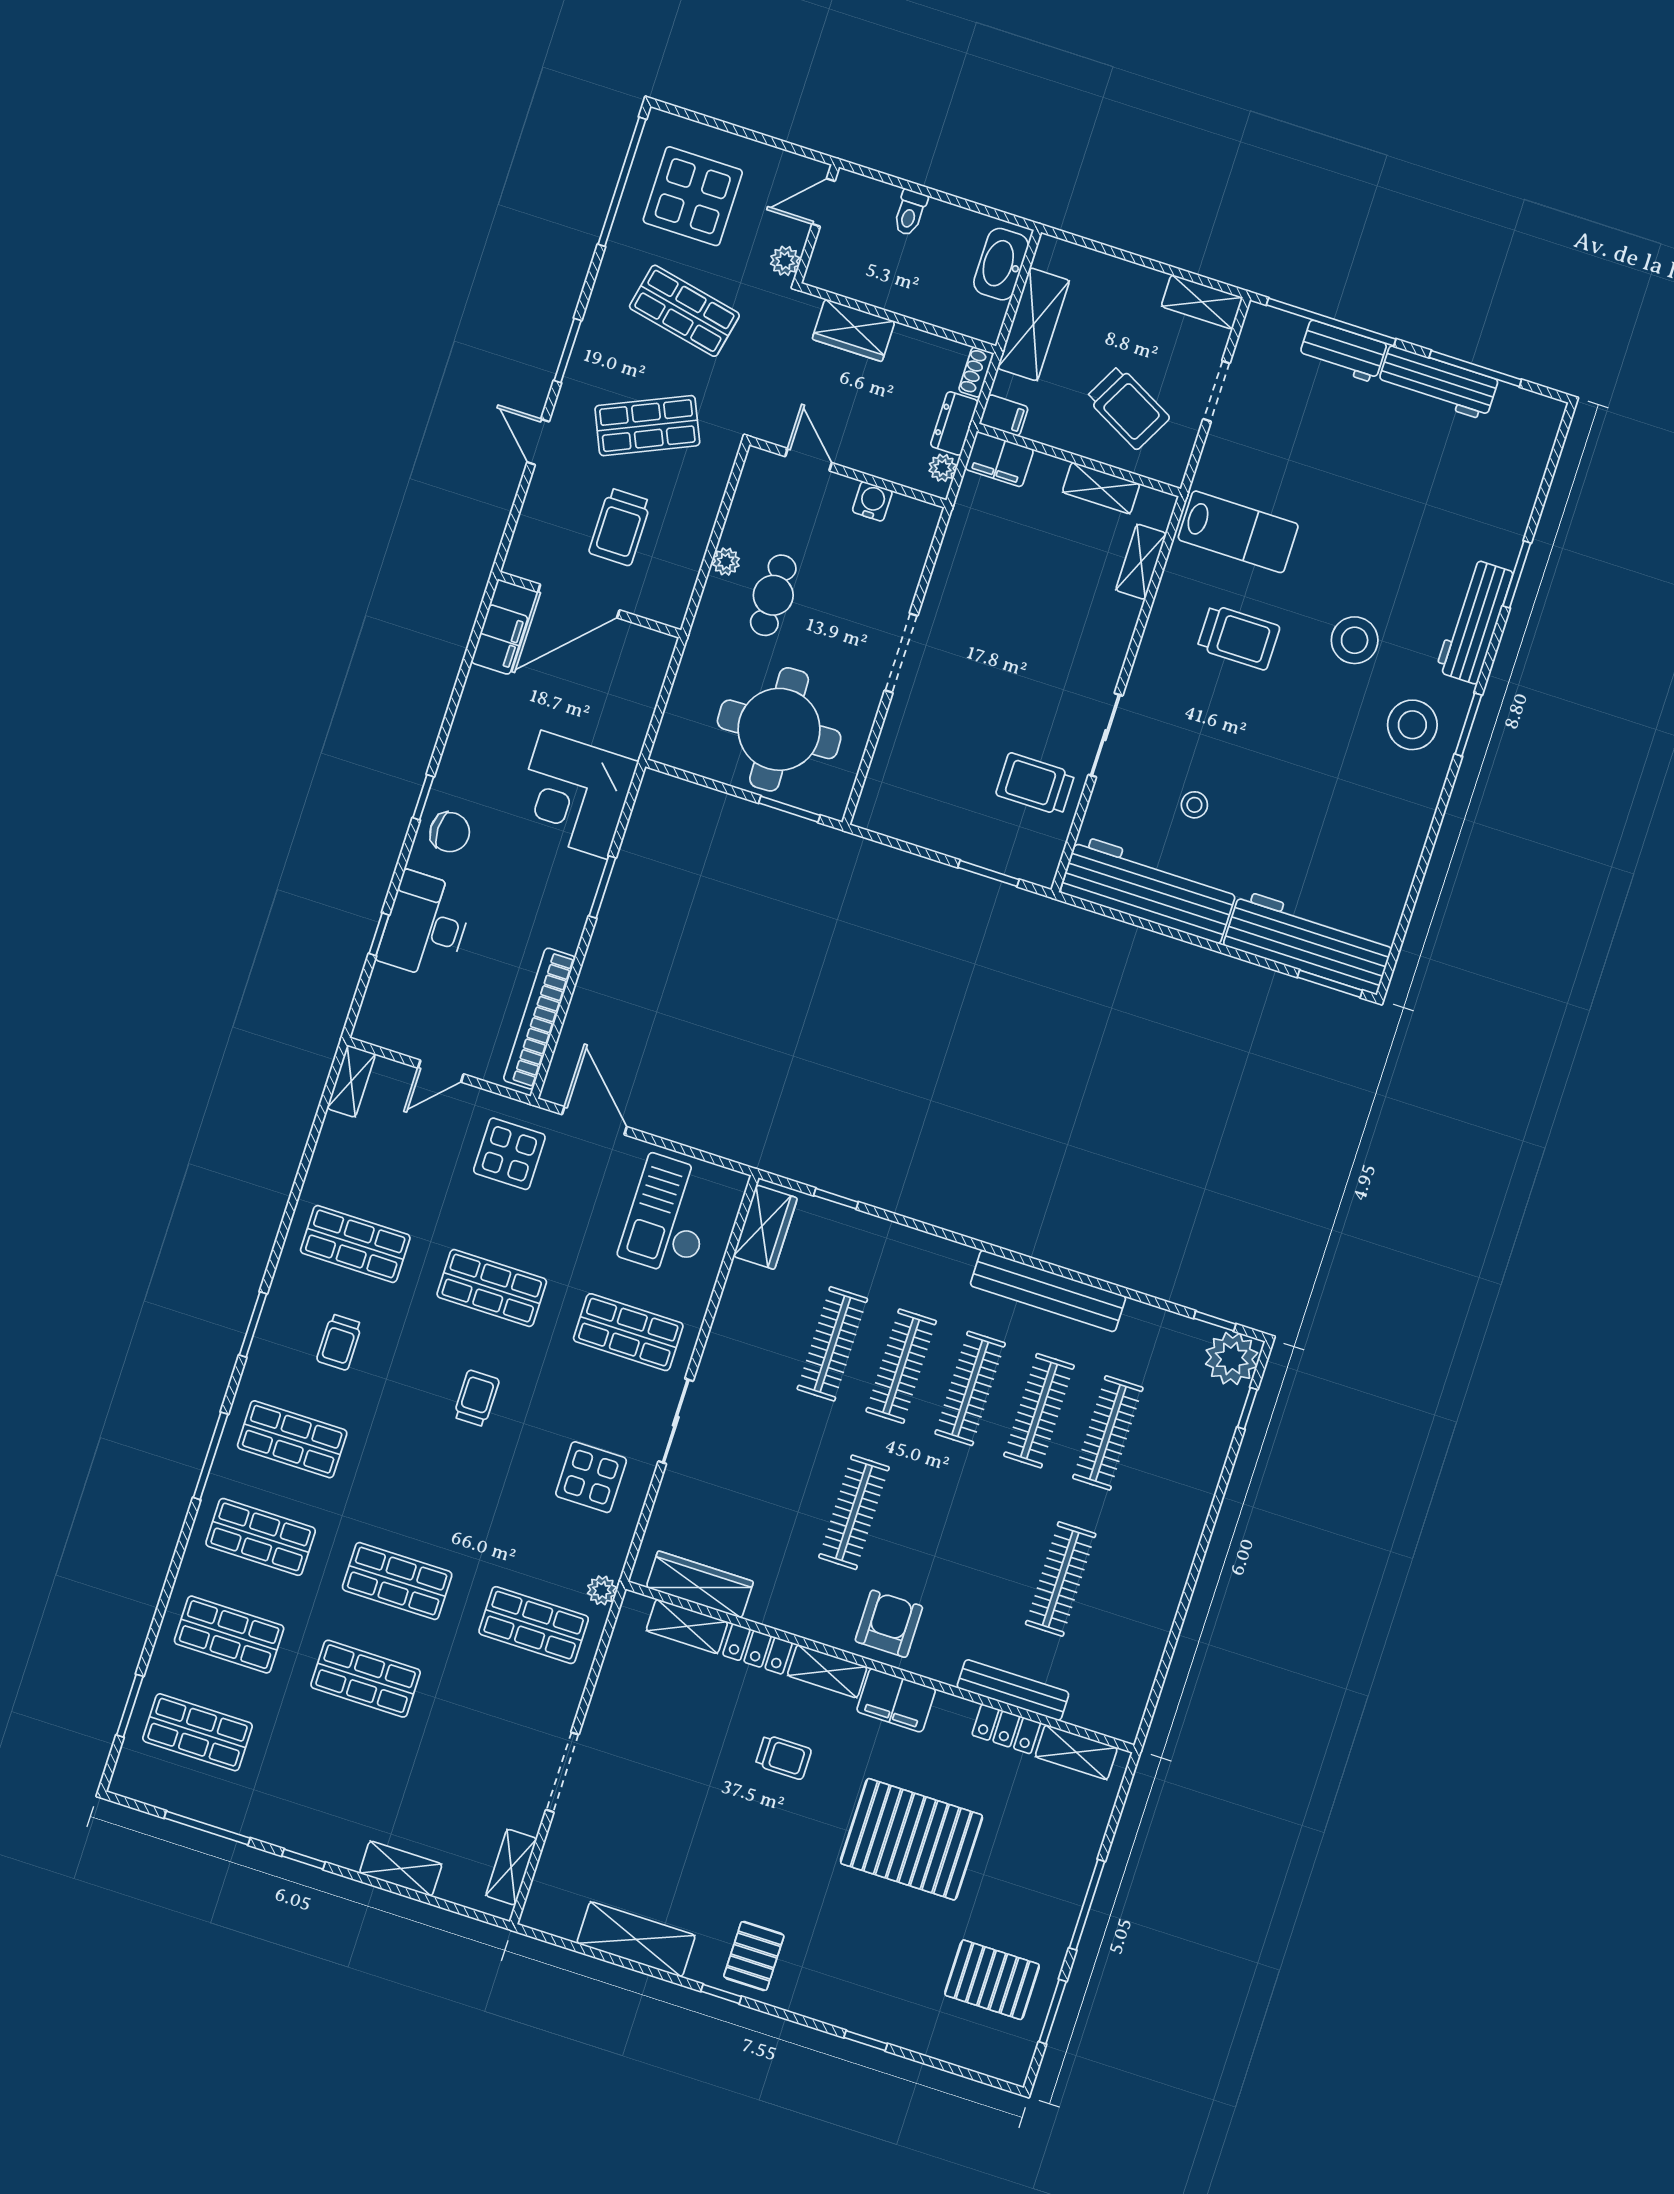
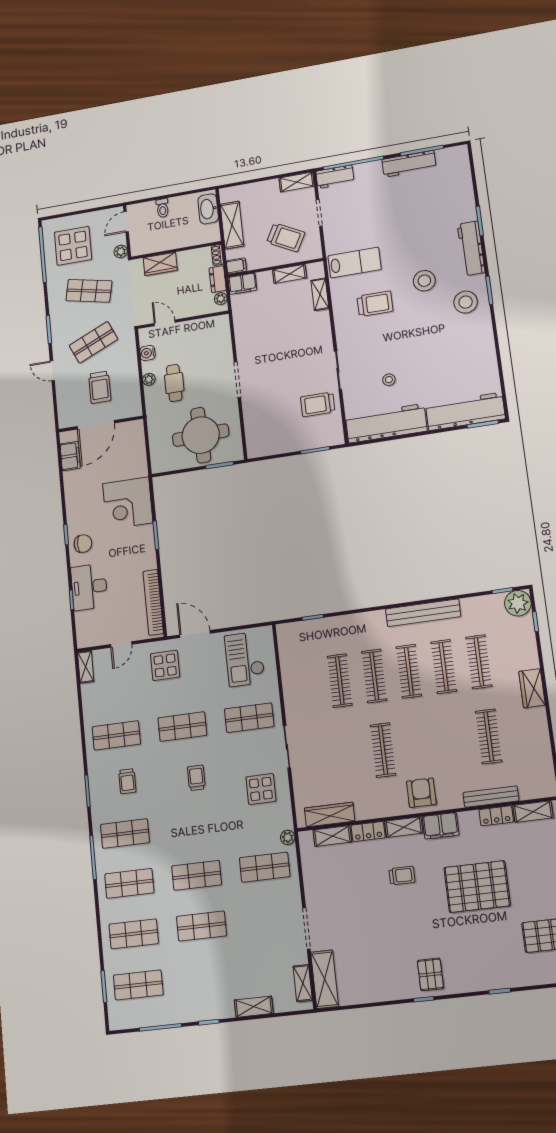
workbench: (1343, 351) -> (335, 177), moved
water cooler: (872, 501) -> (148, 353), moved, turned -90
wardrobe: (765, 1227) -> (532, 688), moved, turned 180
shelving: (636, 1939) -> (325, 979), moved, turned 90

